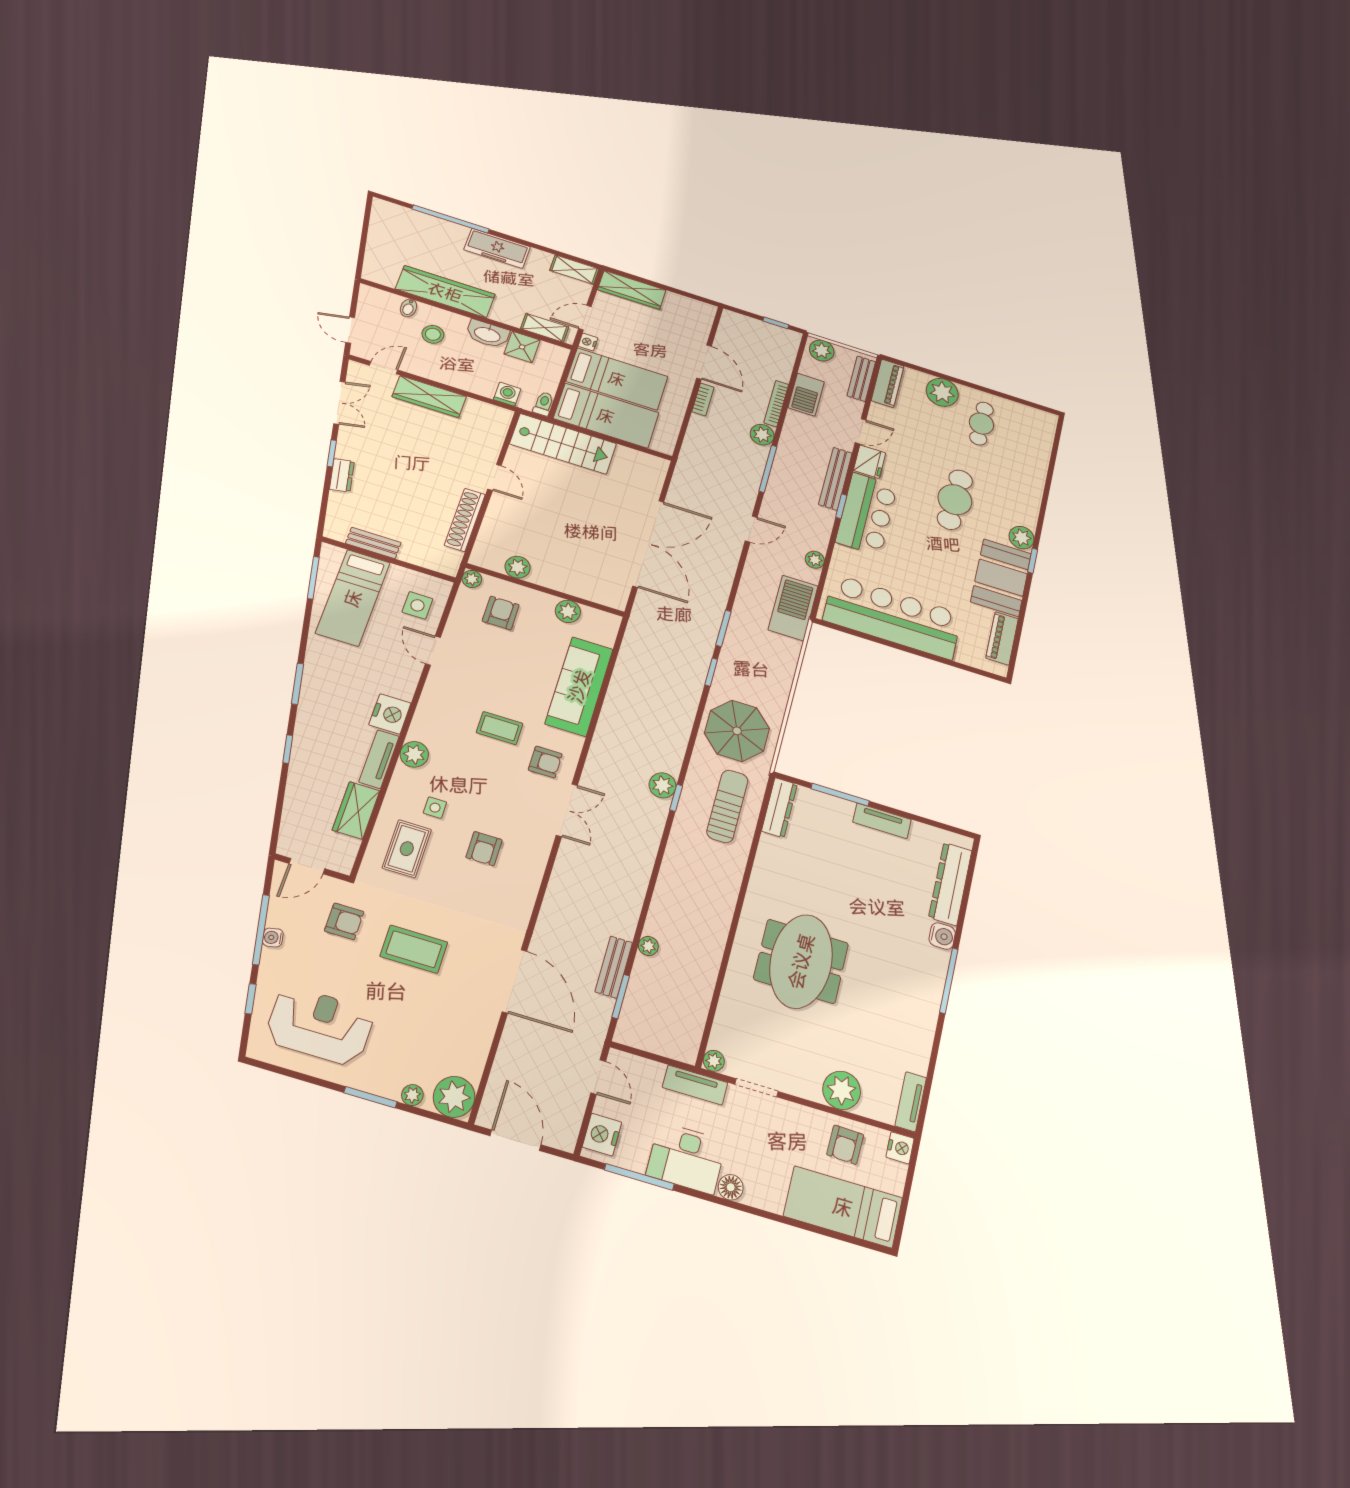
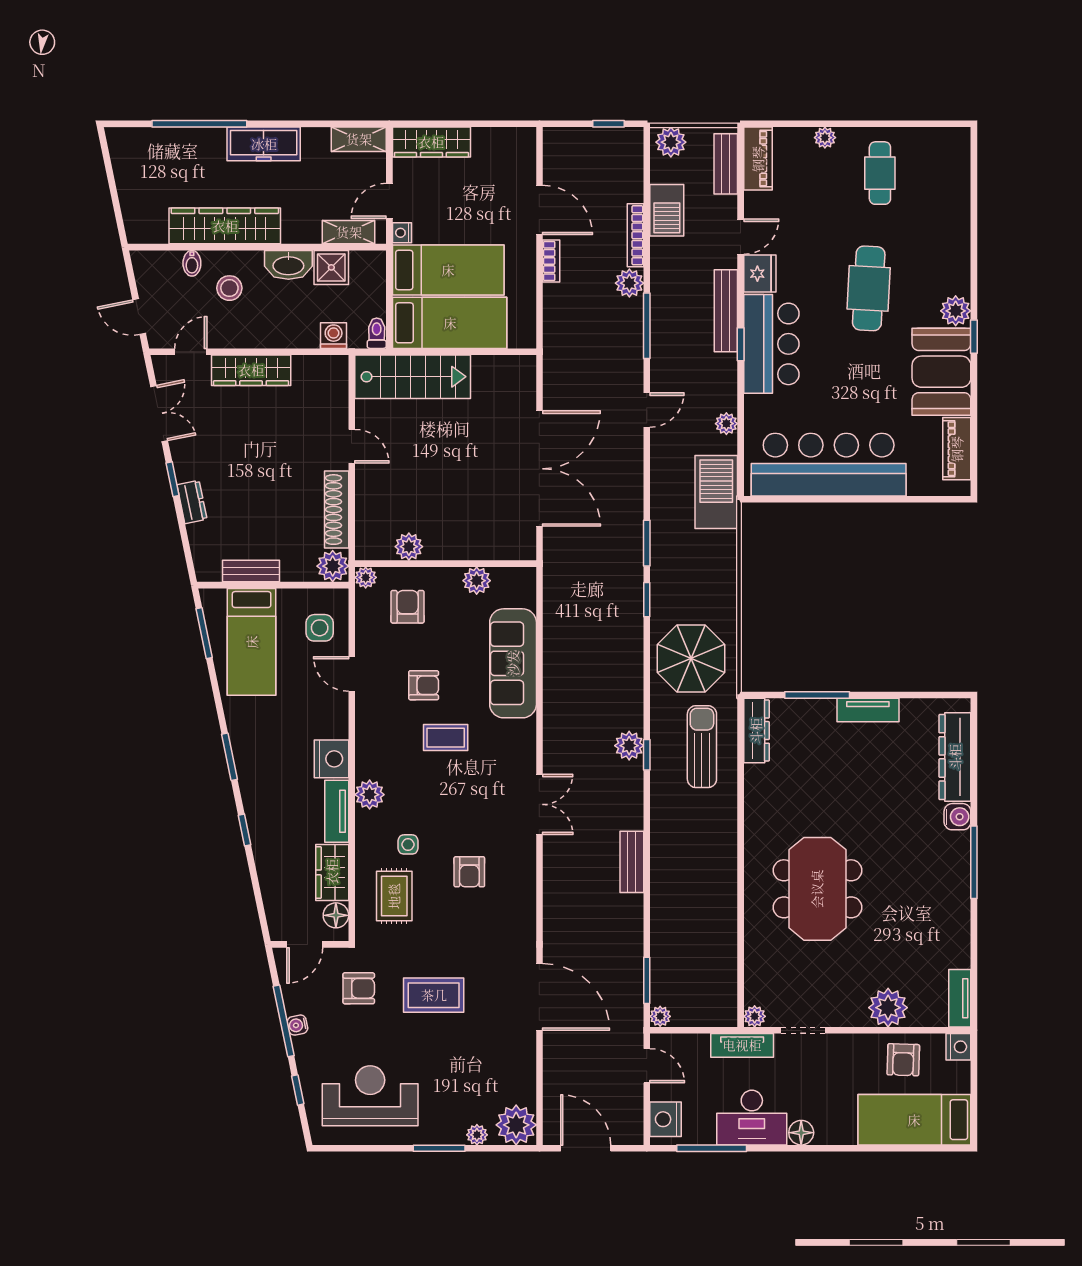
plant: (942, 392) -> (825, 138), width x0.53, depth x0.53
plant: (446, 561) -> (333, 566), added
armchair: (545, 762) -> (424, 685), moved
floor lamp: (346, 849) -> (336, 915), added
plant: (648, 946) -> (660, 1016), moved
bench: (614, 967) -> (632, 862), moved

